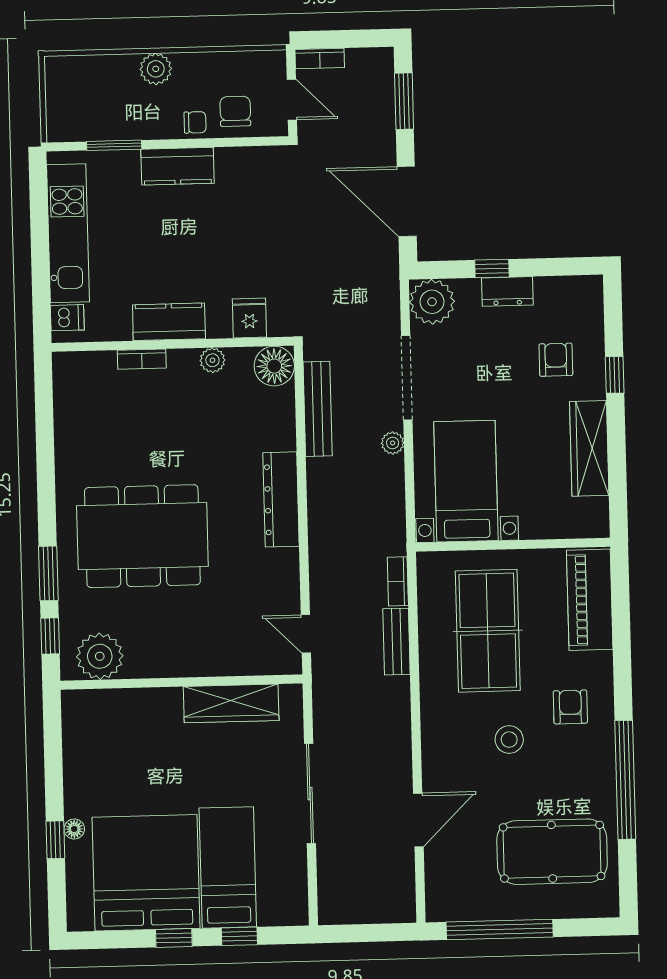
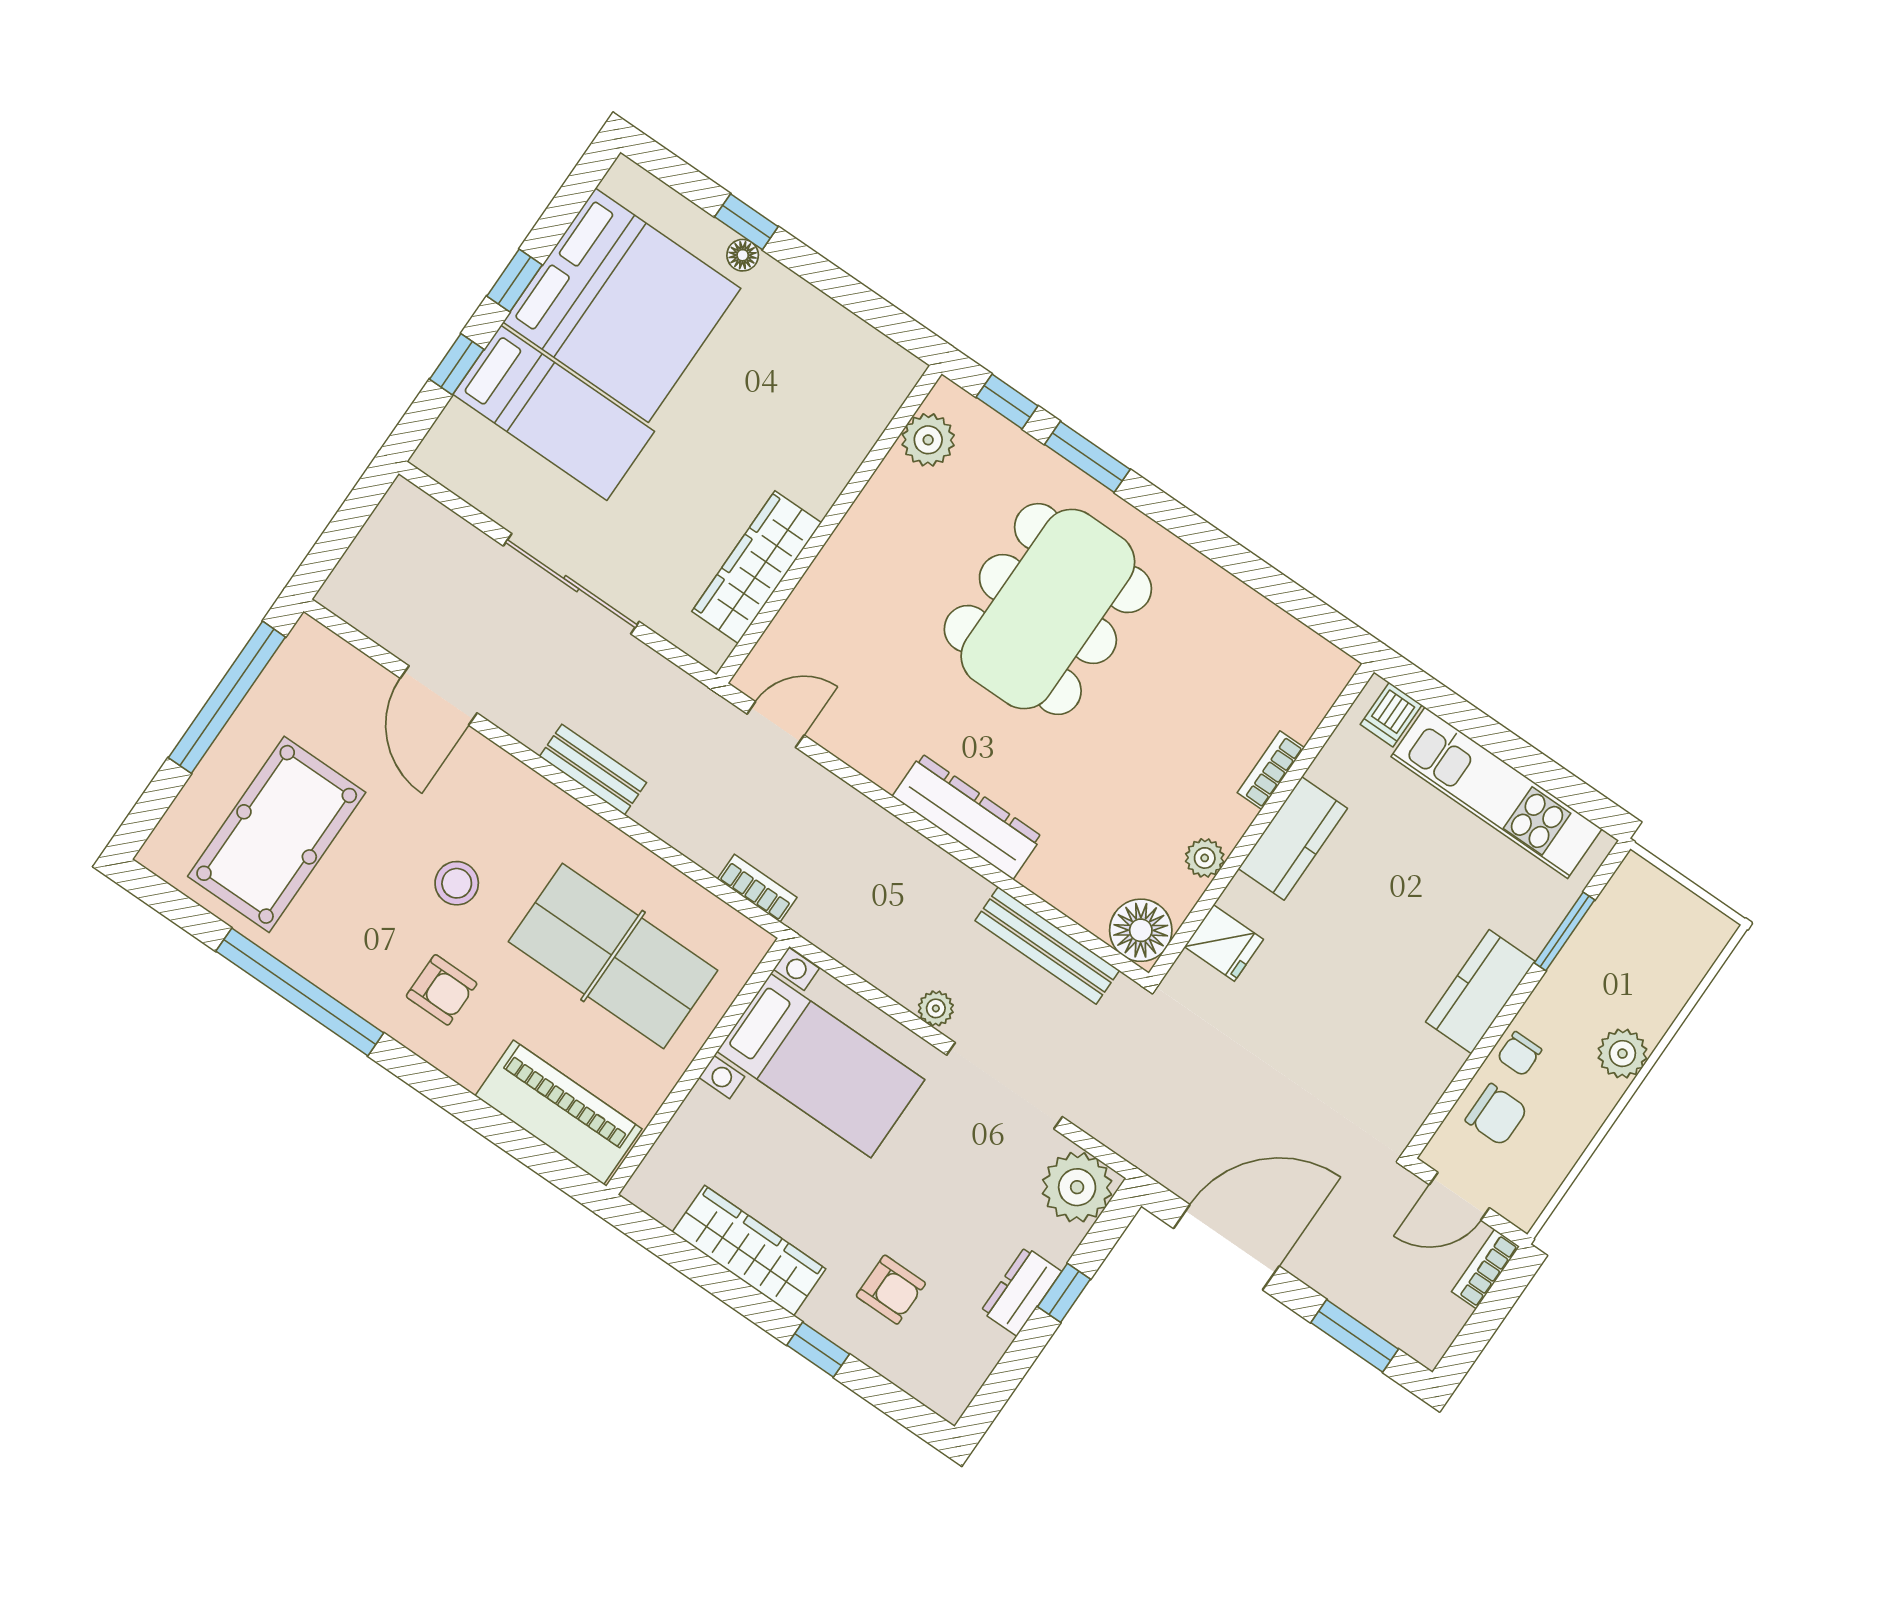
bench: (397, 642) -> (593, 770), moved
plant: (100, 656) -> (928, 440), width x0.73, depth x0.73

